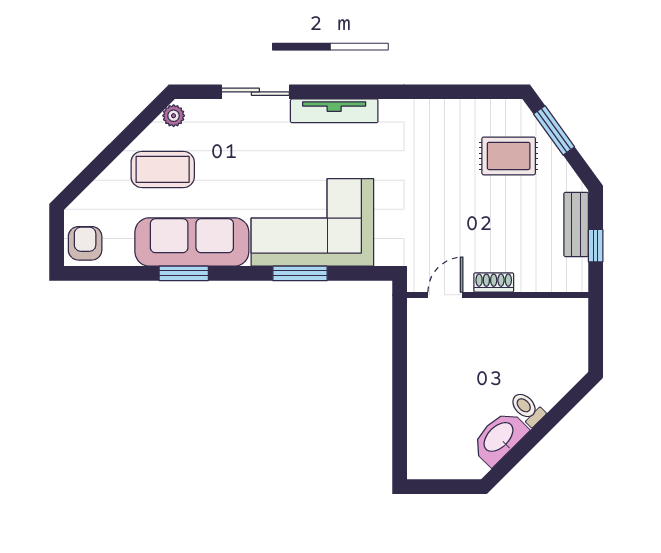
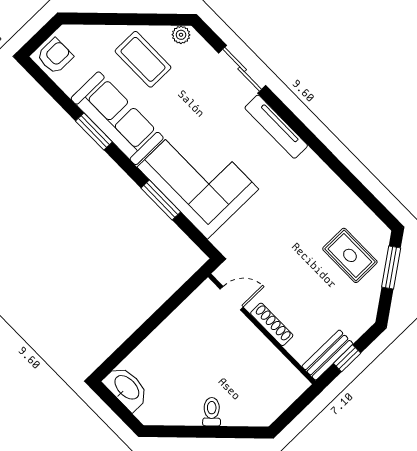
bench: (576, 224) -> (327, 355), moved
shoe rack: (494, 282) -> (272, 324), width x1.43
washbasin: (499, 438) -> (126, 388), moved, turned 45

